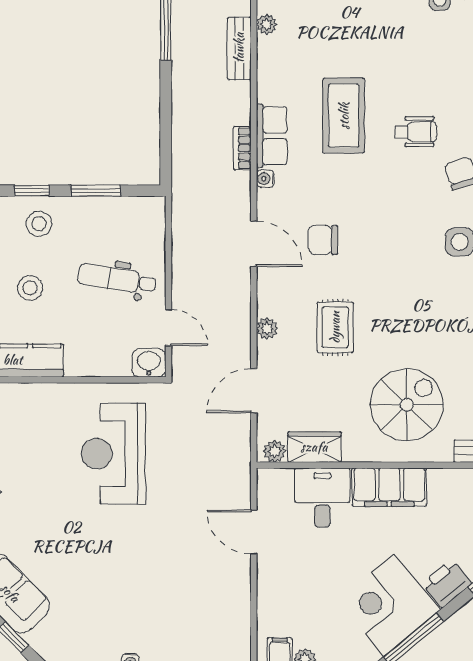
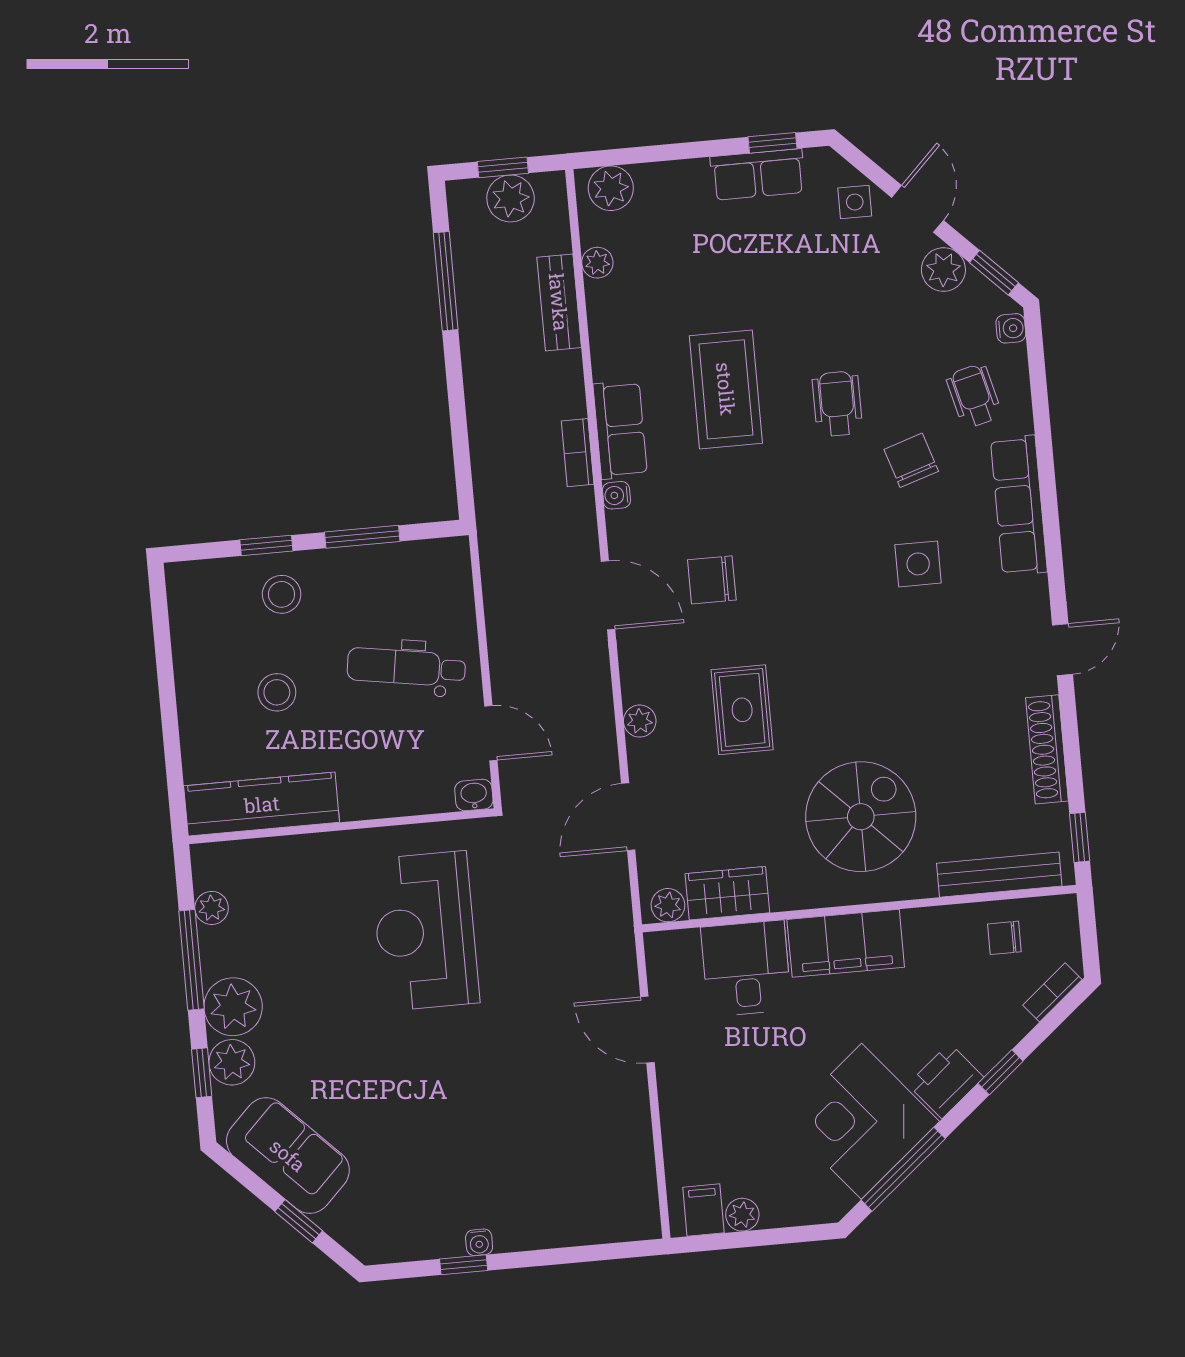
wheelchair: (416, 132) -> (837, 404), turned -90
washbasin: (149, 363) -> (474, 795), width x0.72, depth x0.69

